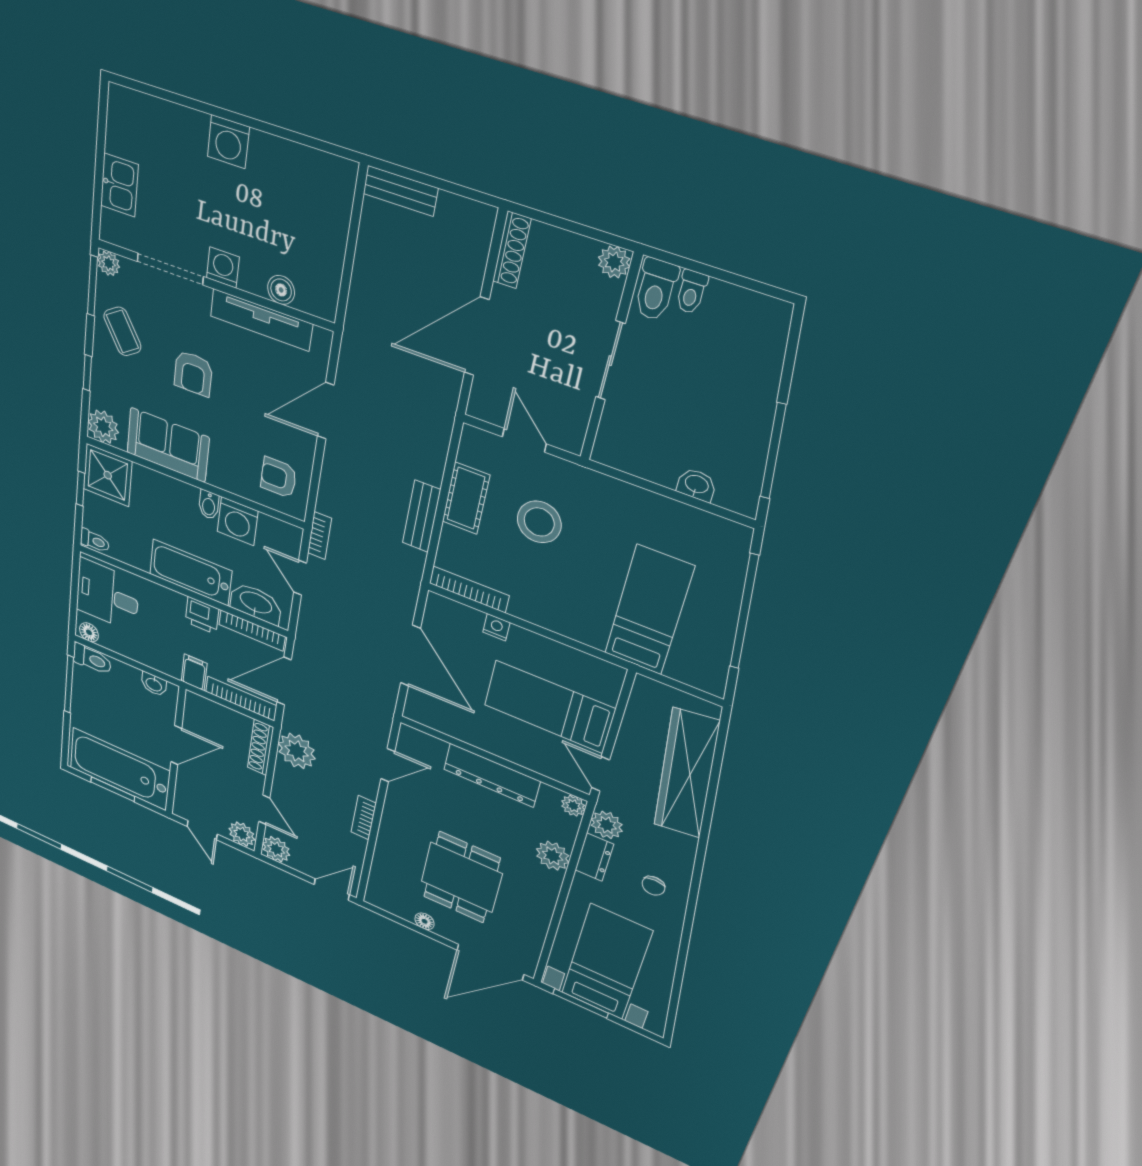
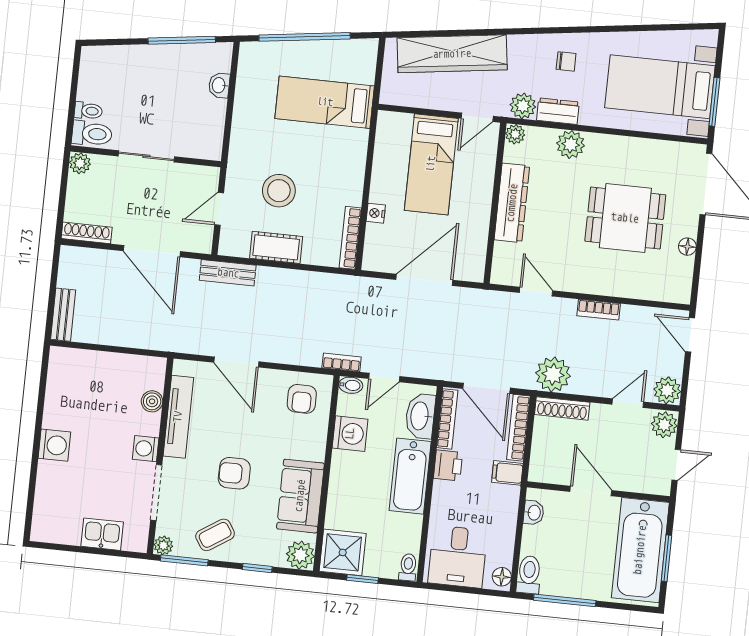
armchair: (193, 373) -> (234, 473), turned 180
bidet: (209, 505) -> (351, 385), moved
bench: (421, 516) -> (228, 273), moved

